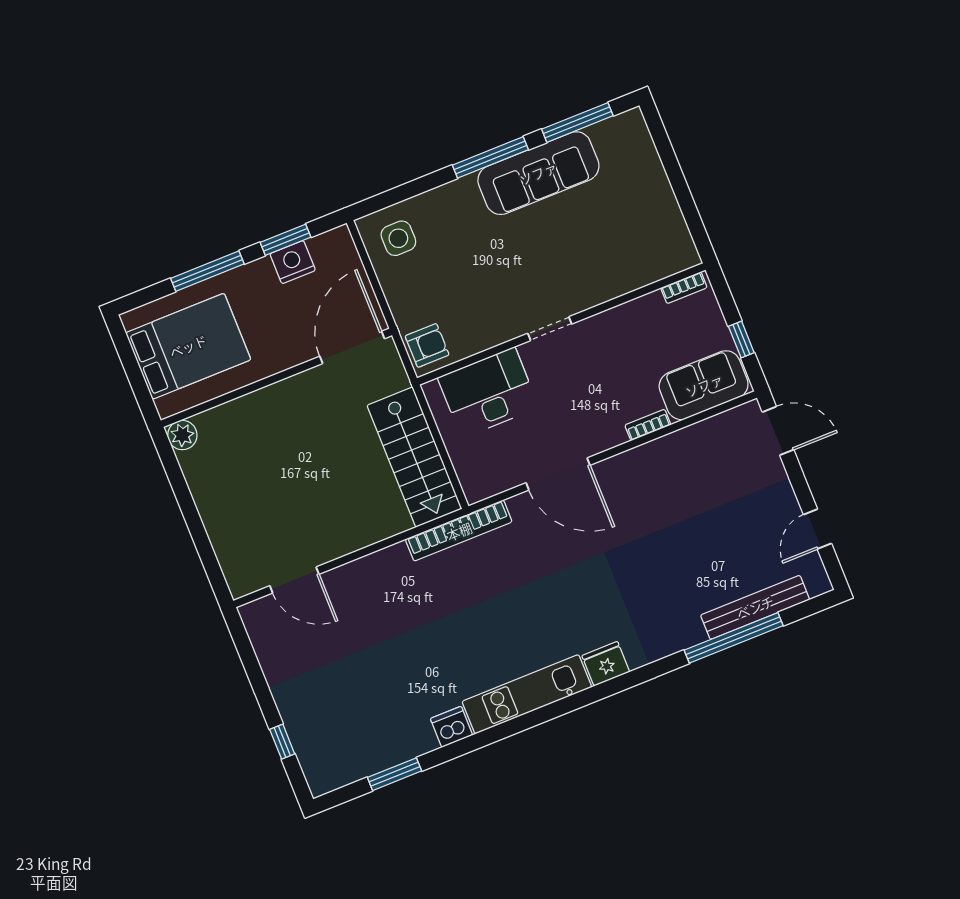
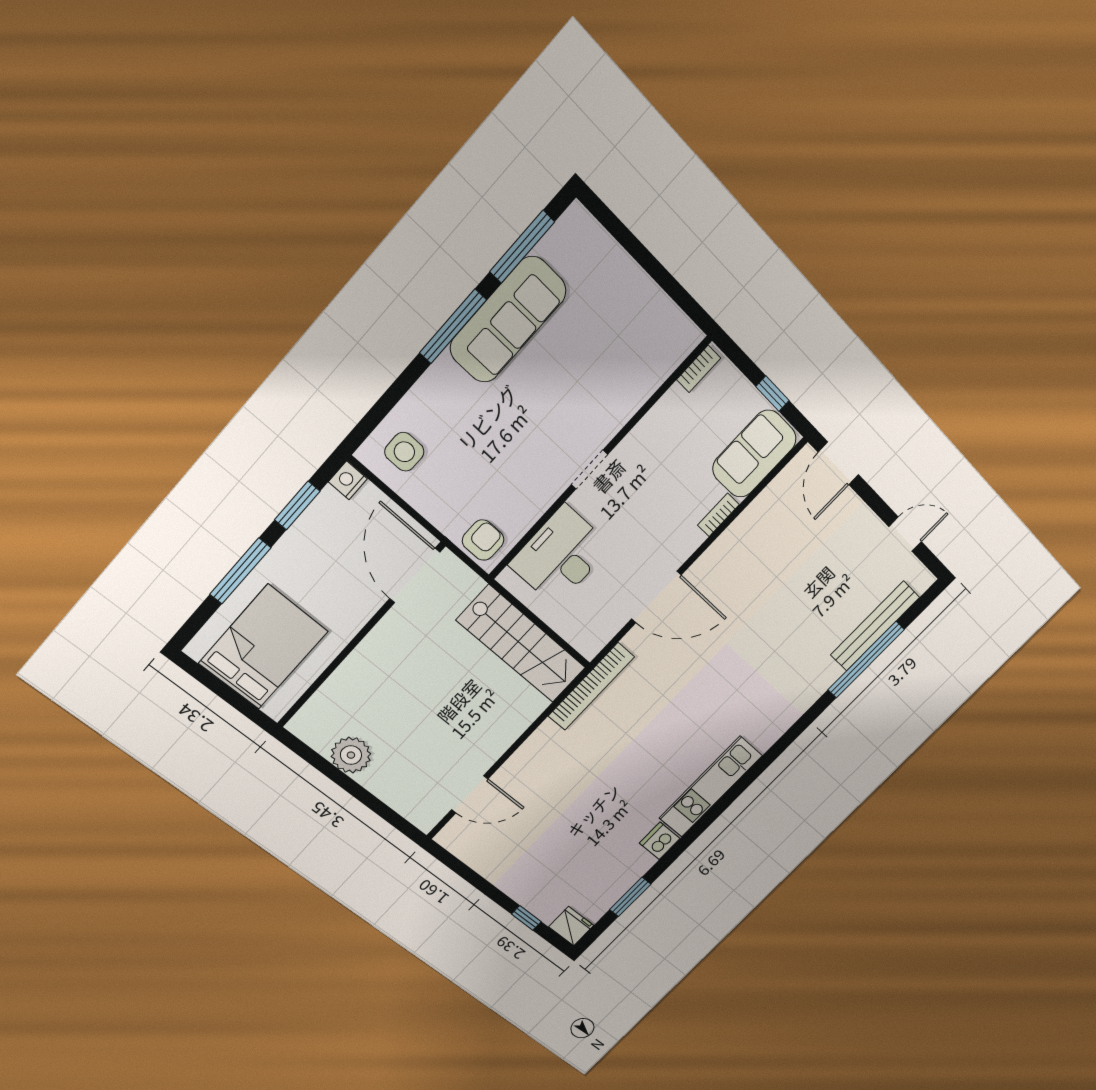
nightstand: (293, 262) -> (348, 480), moved, width x0.74, depth x0.75
door: (778, 431) -> (838, 463), swing flipped
plant: (182, 435) -> (351, 755), moved, width x1.36, depth x1.36
door: (817, 529) -> (905, 534), swing flipped
fridge: (606, 664) -> (571, 926), moved, turned 90

